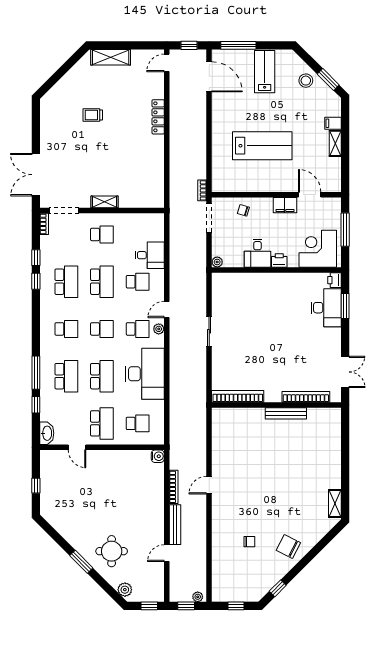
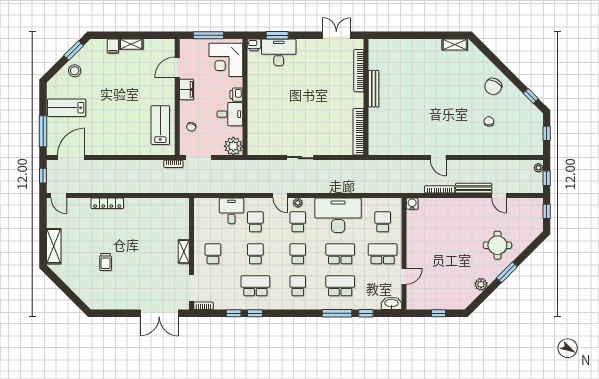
lab bench: (262, 146) -> (160, 125), moved, width x0.73, depth x0.72
plant: (217, 262) -> (233, 146), width x1.88, depth x1.88
school desk: (102, 282) -> (255, 254), width x0.54
plant: (125, 590) -> (481, 284), moved

